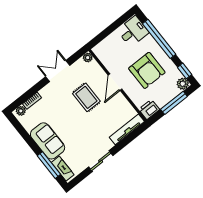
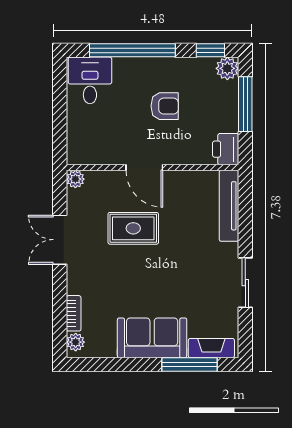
armchair: (147, 70) -> (165, 106), width x0.53, depth x0.53

